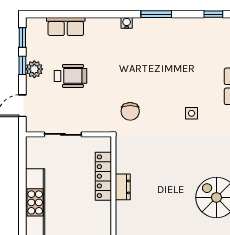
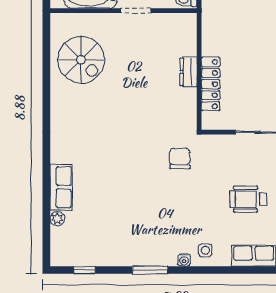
side table: (192, 113) -> (205, 250), moved

